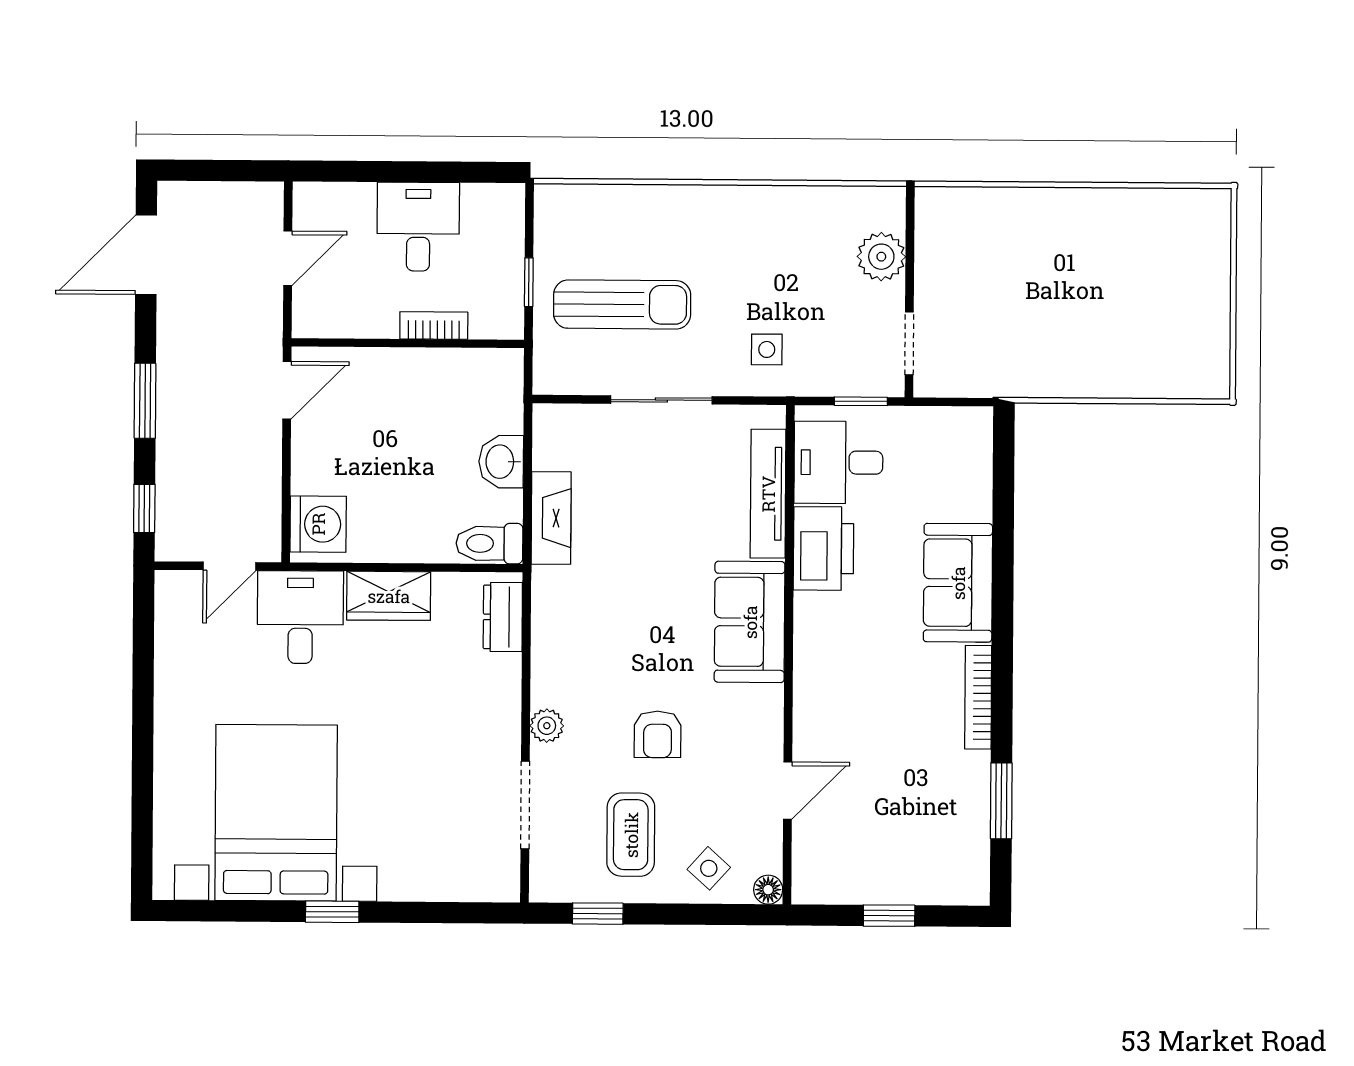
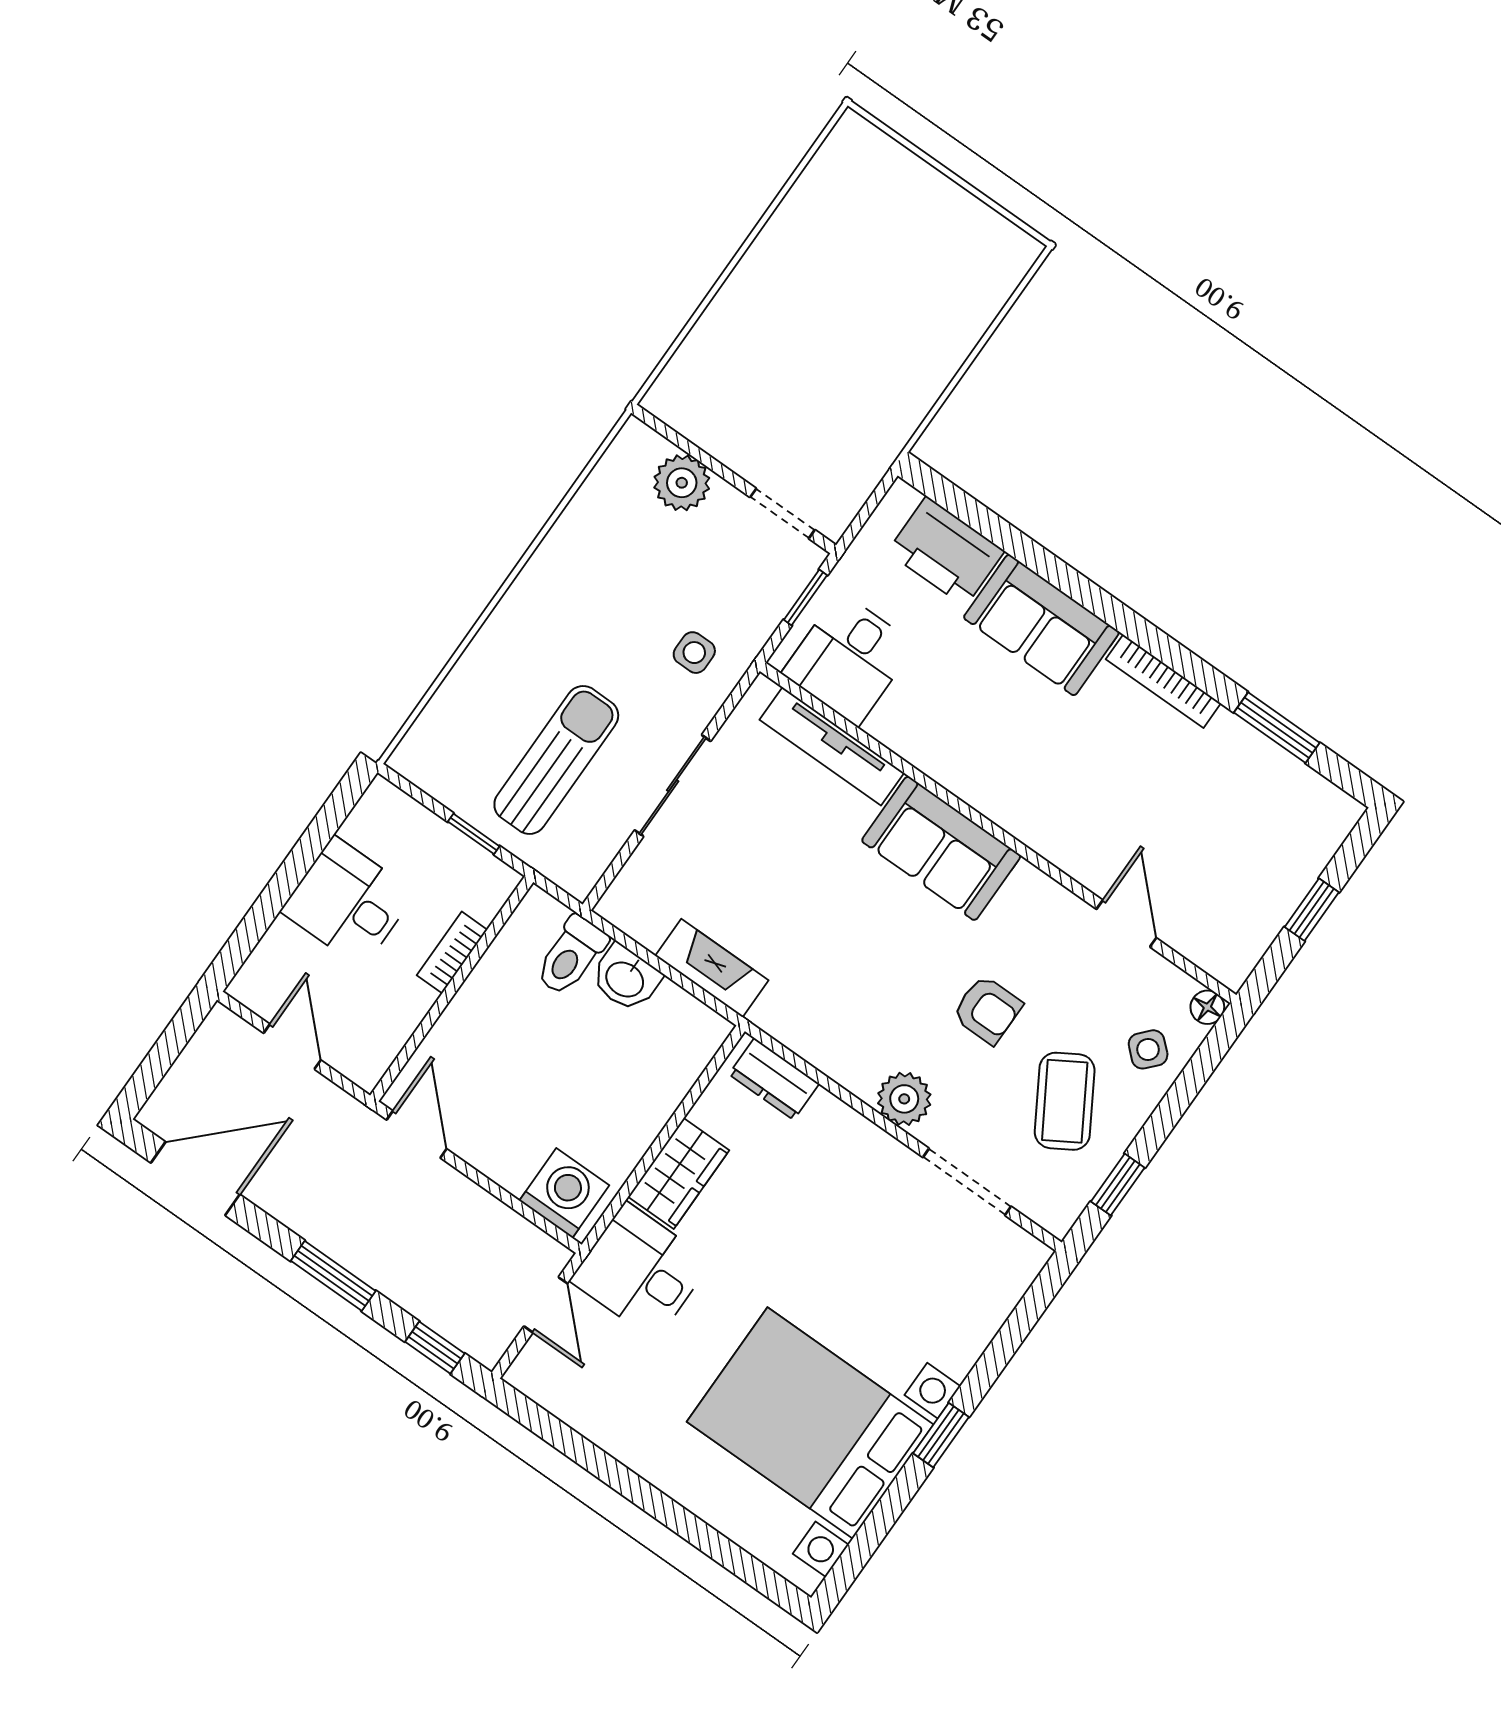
door: (146, 255) -> (195, 1179), swing flipped
toilet: (489, 543) -> (571, 956), moved
printer: (823, 548) -> (946, 551), moved, turned 180
plant: (547, 726) -> (904, 1099), width x1.38, depth x1.38
coffee table: (631, 835) -> (1065, 1101), turned 59

